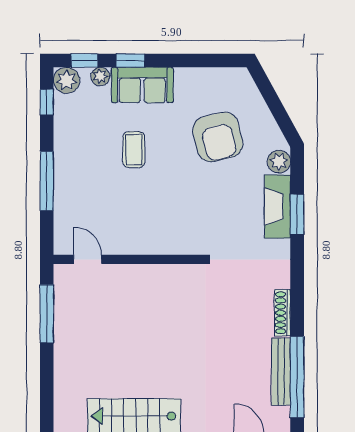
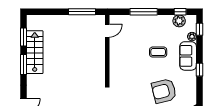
window: (131, 60) -> (199, 70), moved
plant: (67, 80) -> (179, 21), moved

